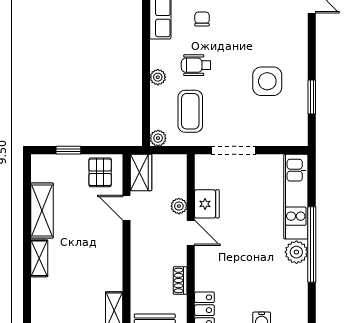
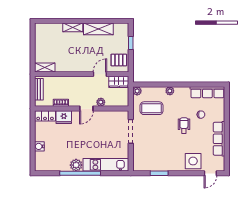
wheelchair: (196, 65) -> (184, 125), moved
side table: (267, 81) -> (193, 161), moved
fridge: (207, 204) -> (64, 117), moved

